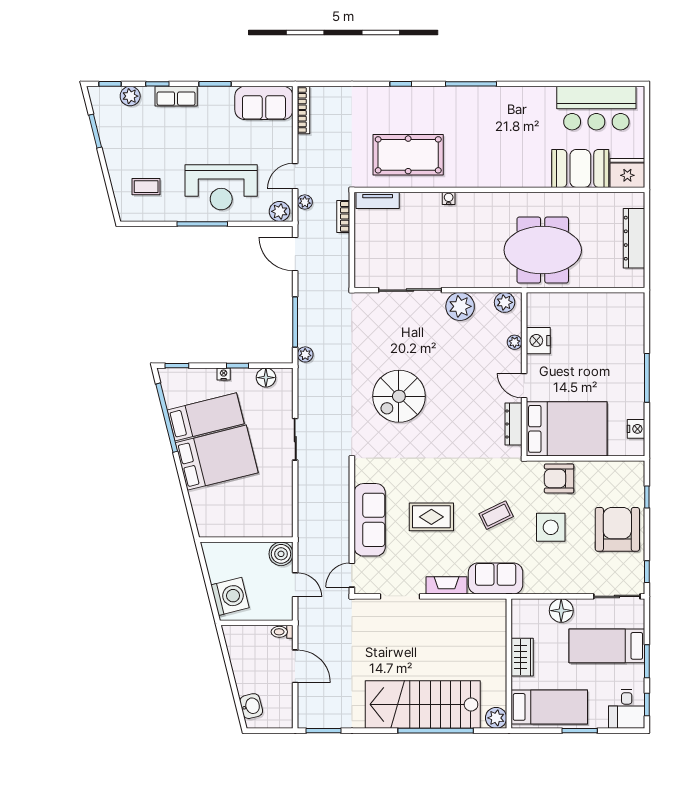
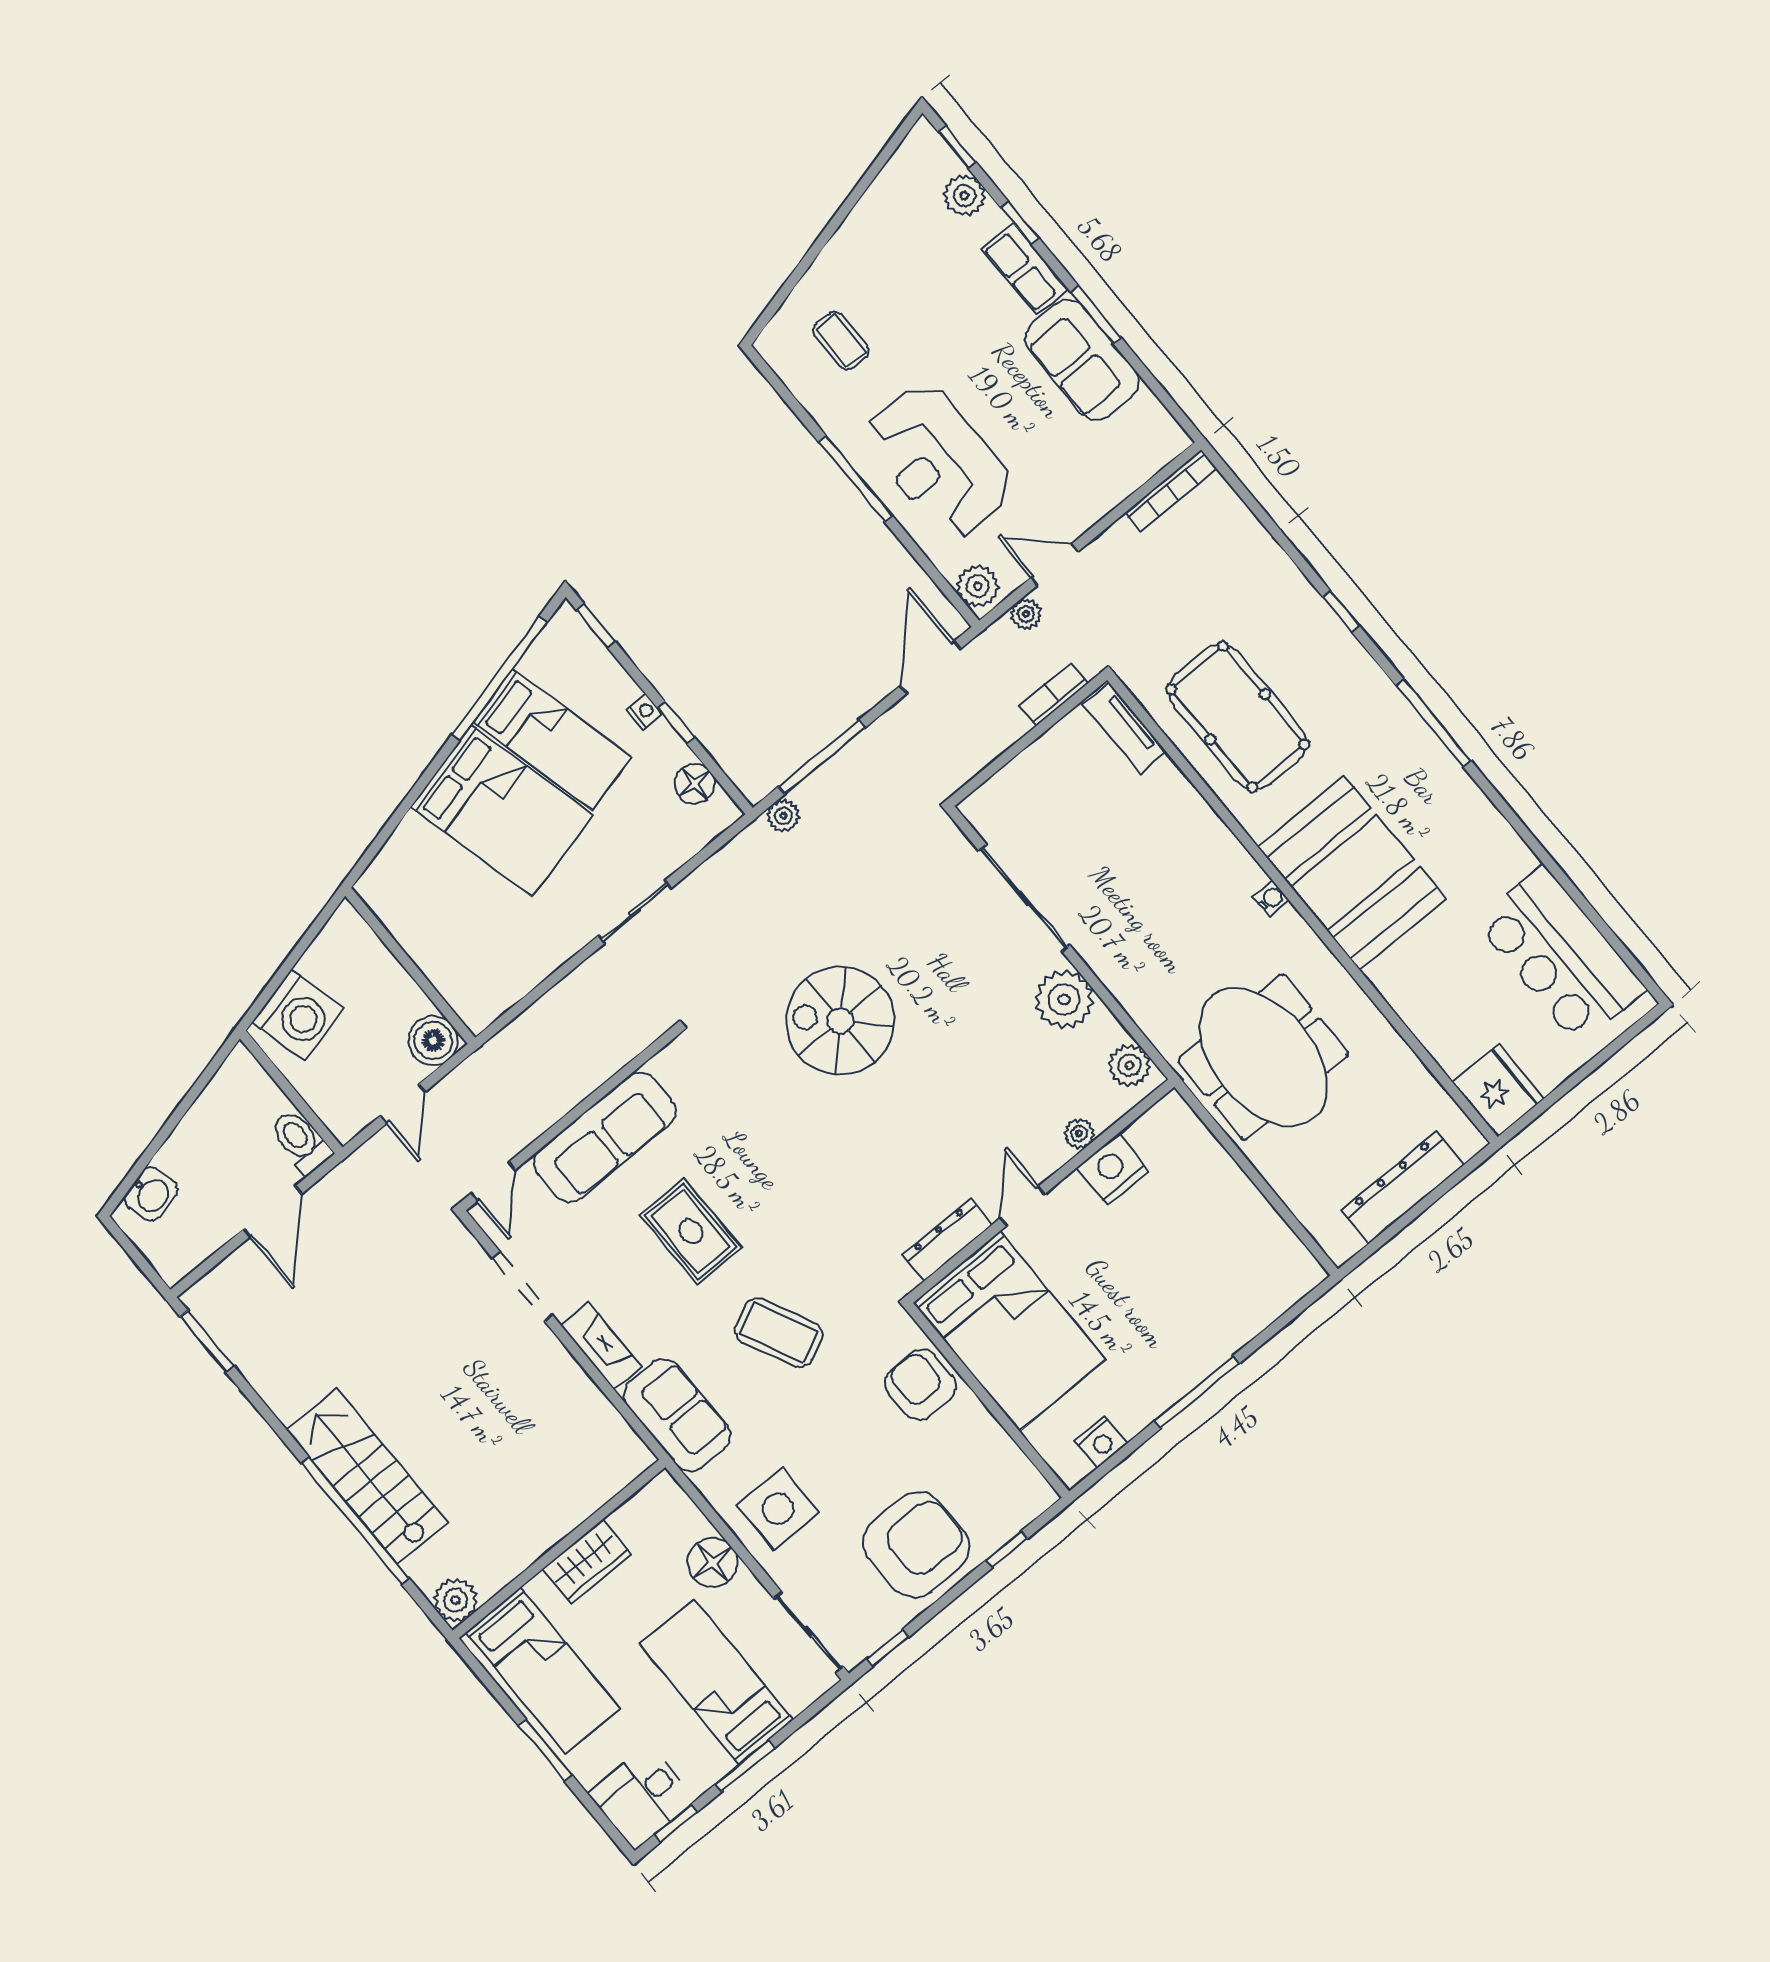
sofa: (264, 103) -> (1082, 360), moved
window: (95, 131) -> (862, 186), removed
booth: (580, 168) -> (1352, 873), moved, width x1.36, depth x1.42
water cooler: (449, 198) -> (1271, 898), moved
coffee table: (496, 515) -> (779, 1333), width x1.36, depth x1.30
side table: (551, 527) -> (778, 1509), moved
door: (352, 575) -> (493, 1182), swing flipped
toilet: (282, 632) -> (301, 1142), width x1.37, depth x1.39
stairs: (423, 704) -> (367, 1476), width x0.73, depth x0.66

